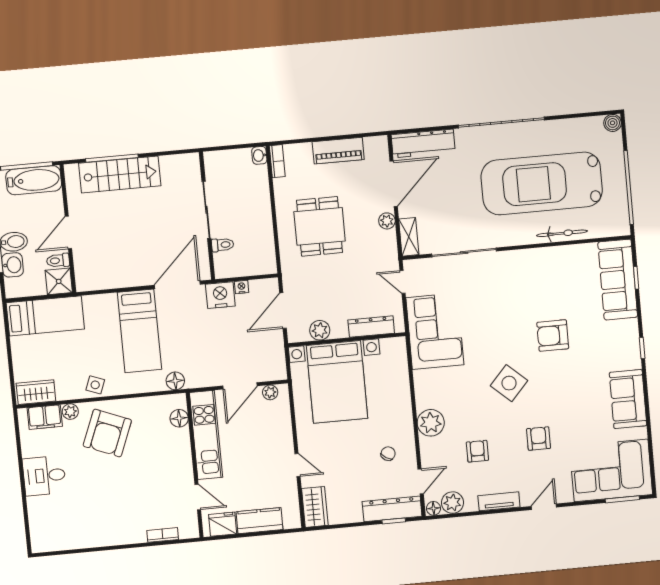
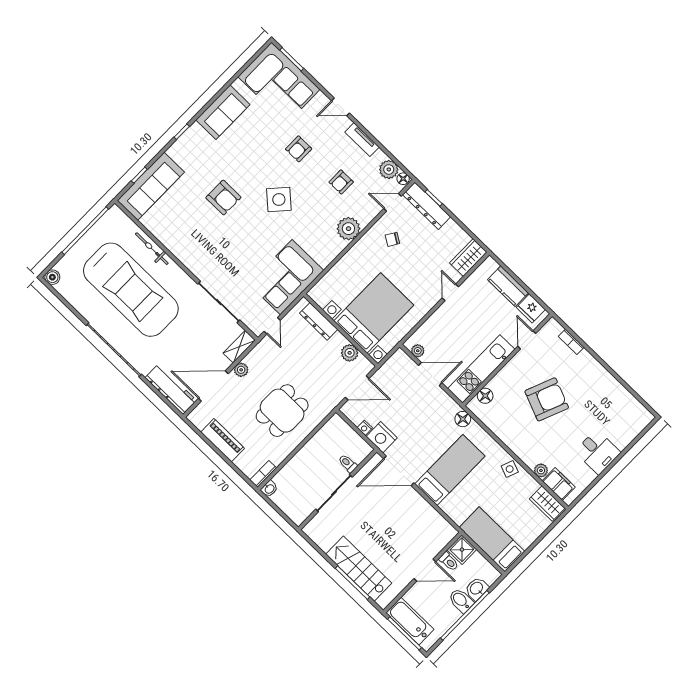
armchair: (107, 433) -> (547, 399), moved

